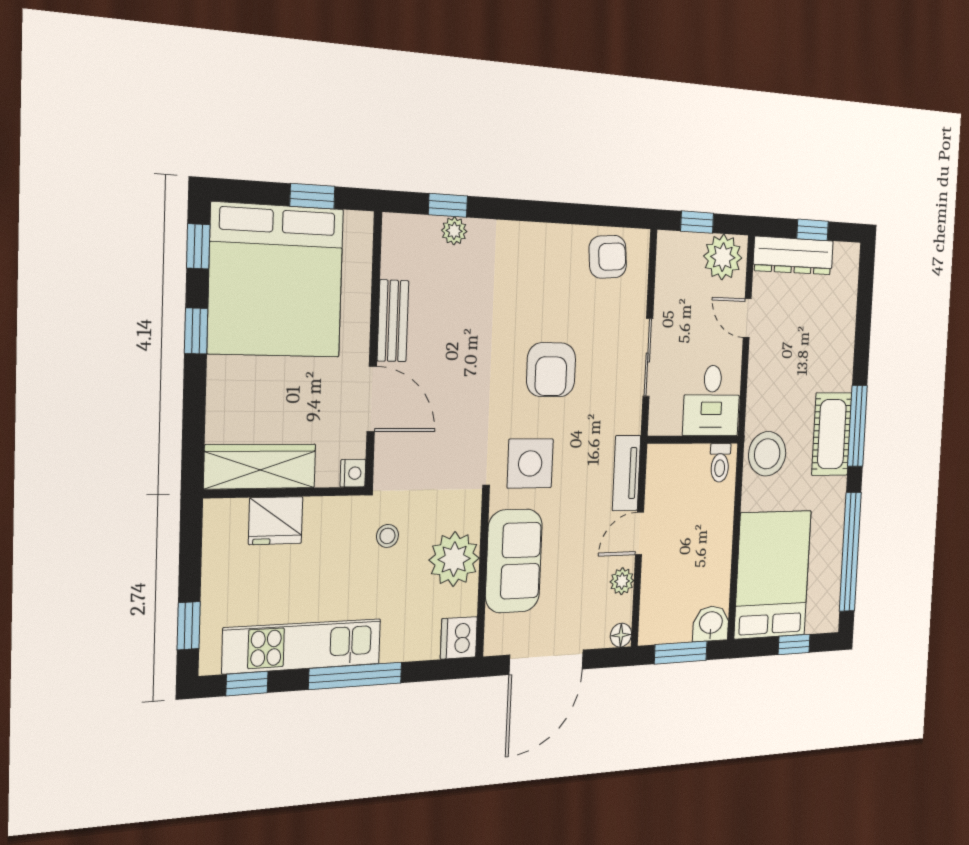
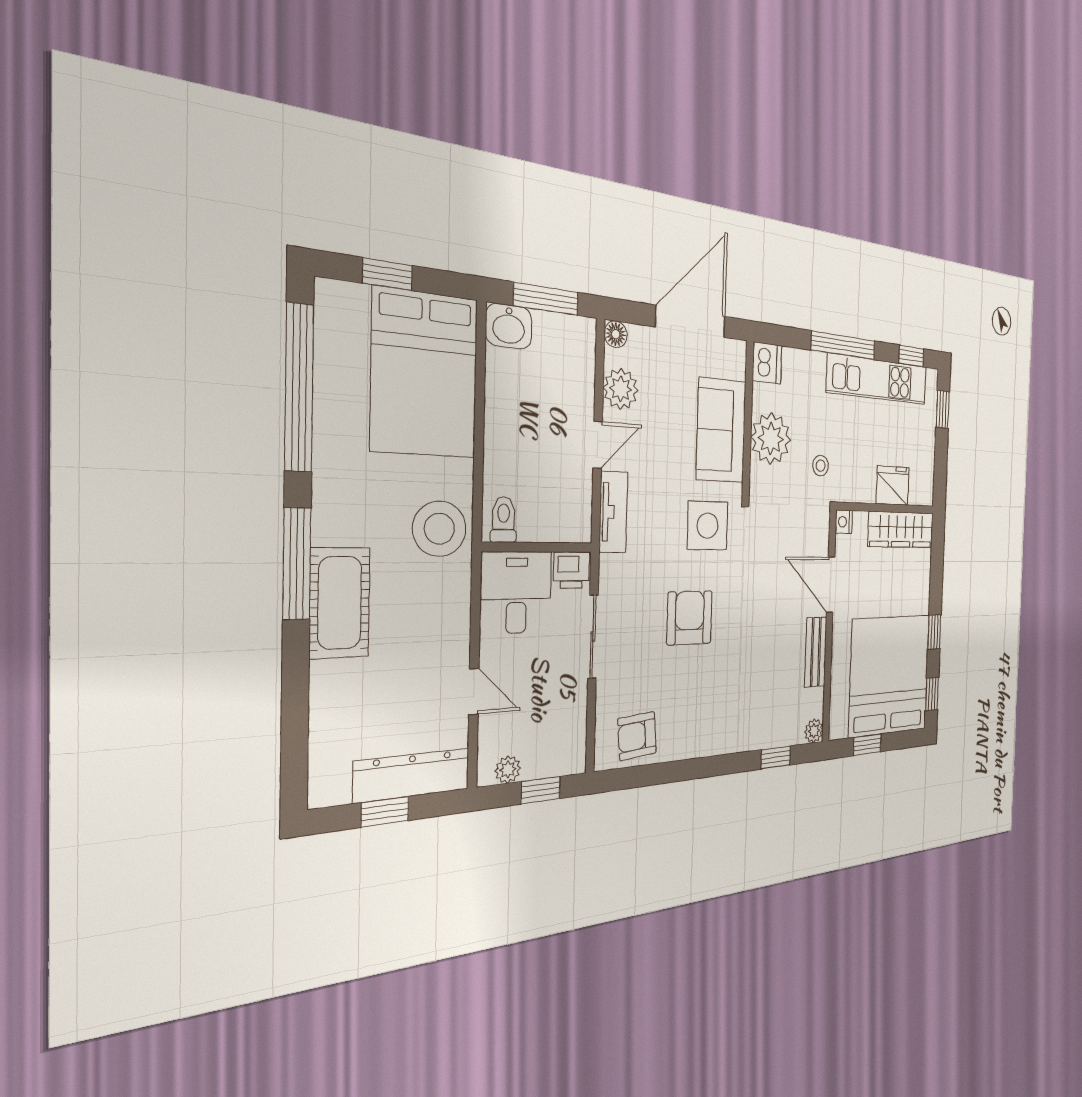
plant: (454, 231) -> (814, 731), moved
plant: (723, 257) -> (508, 770), width x0.53, depth x0.53
printer: (665, 419) -> (571, 570), added
cot: (832, 434) -> (340, 603), moved
plant: (622, 581) -> (621, 389), width x1.38, depth x1.38

